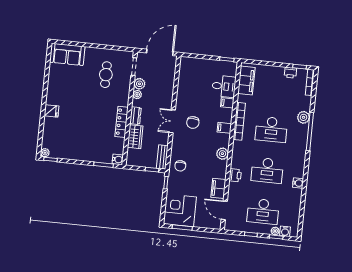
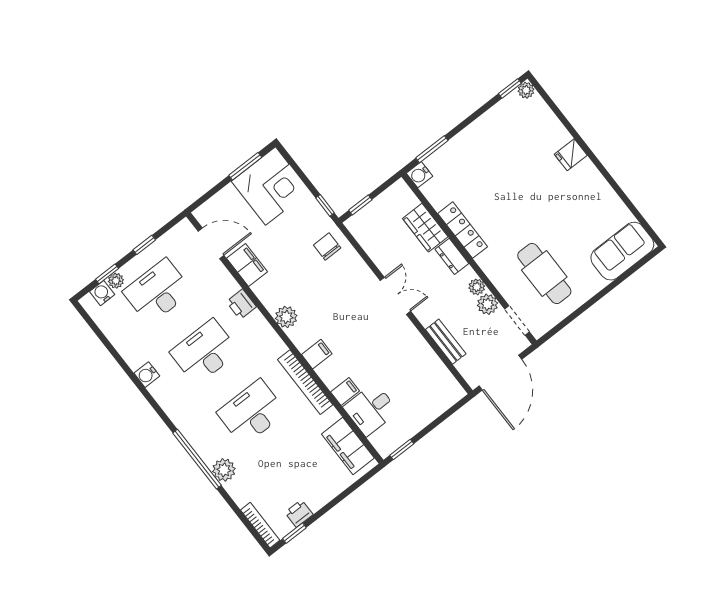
cafe table: (106, 75) -> (544, 274), width x1.37, depth x1.35
chair: (193, 122) -> (366, 321), removed
bench: (162, 157) -> (446, 342), moved

